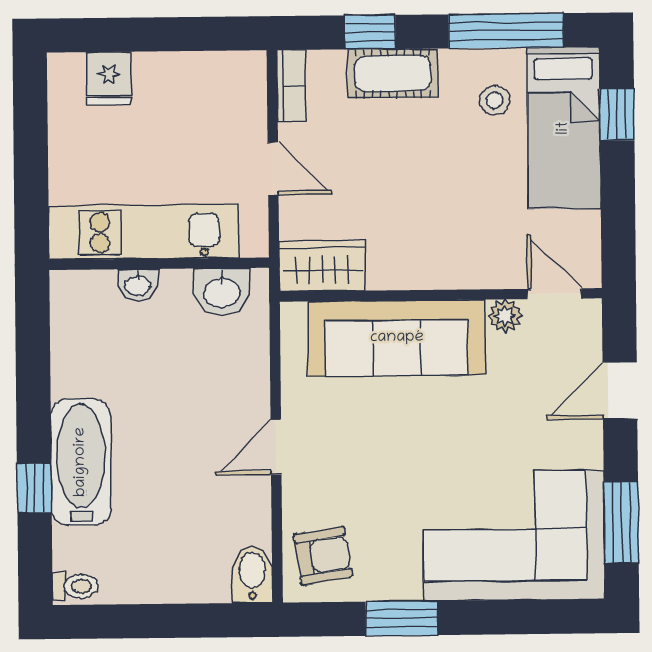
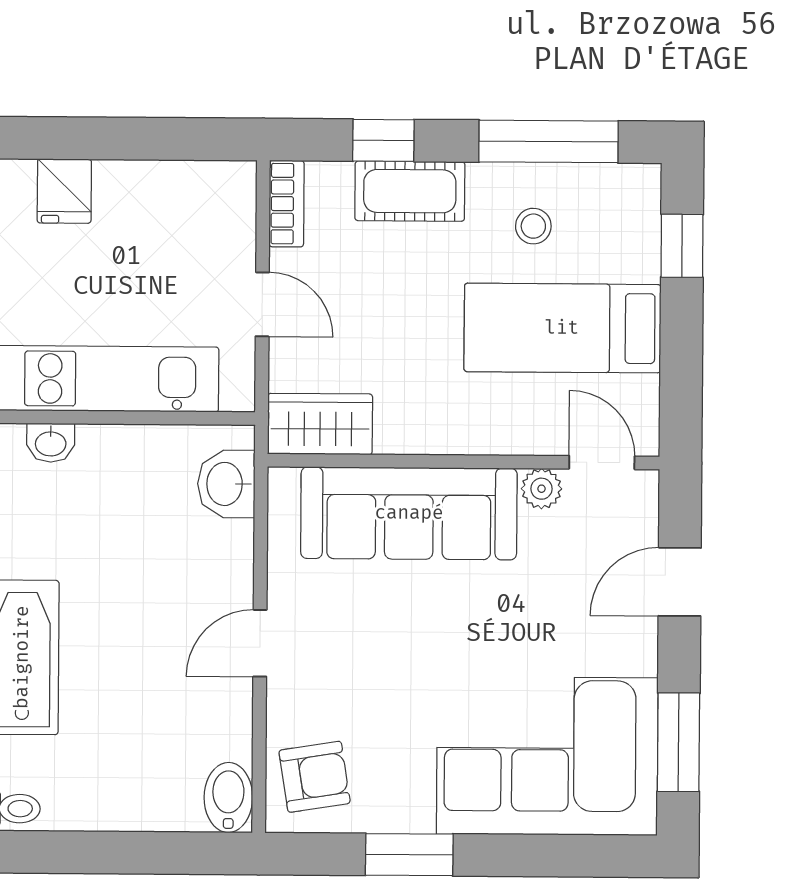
bed: (564, 128) -> (562, 328), moved, turned 90
washbasin: (138, 285) -> (51, 443), moved
washbasin: (222, 292) -> (226, 484), moved, turned 90

